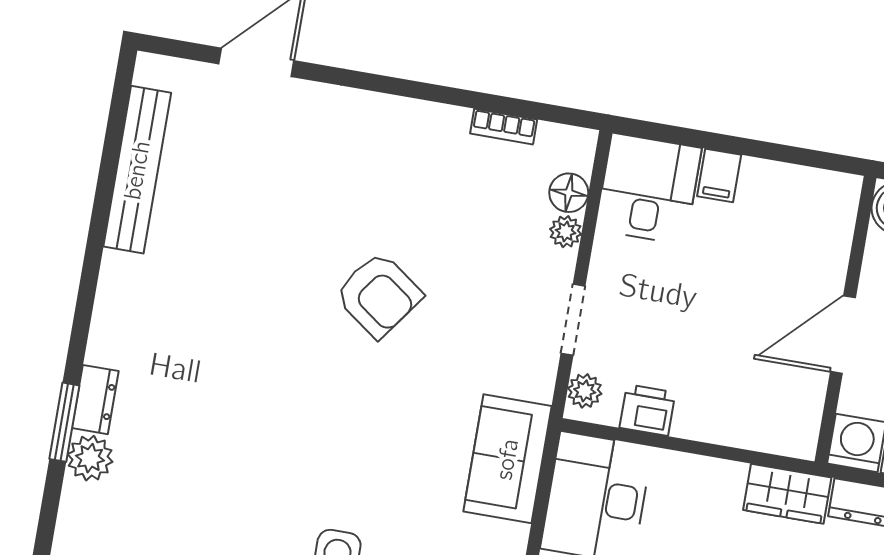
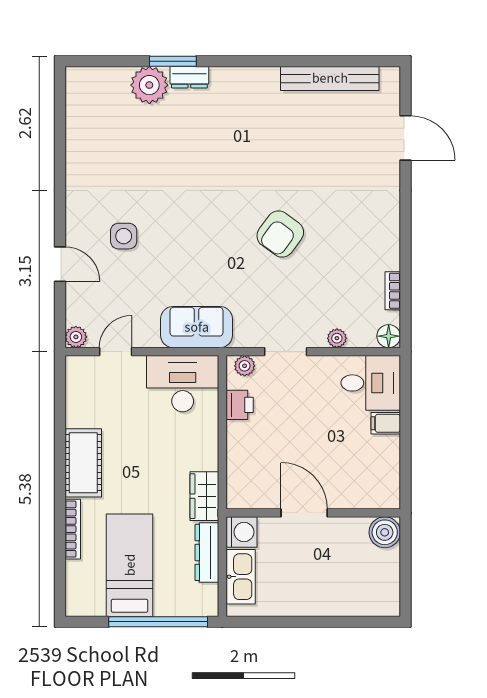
floor lamp: (569, 193) -> (389, 336), moved
plant: (90, 458) -> (149, 85), width x1.36, depth x1.36

